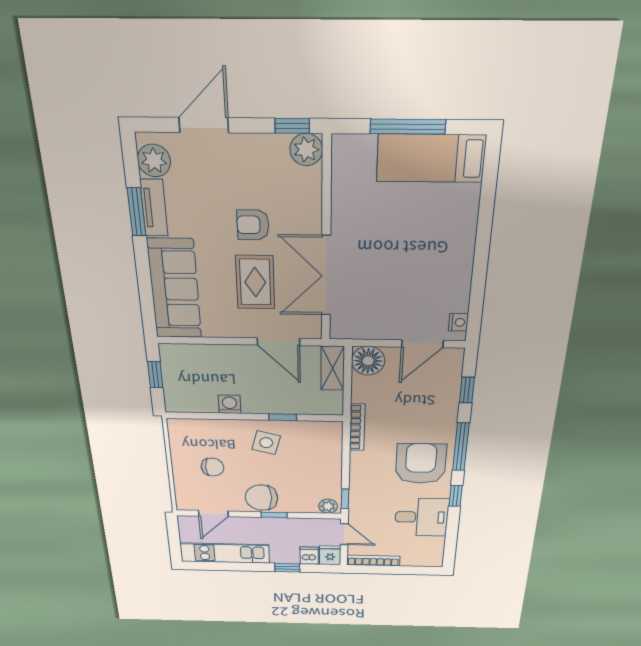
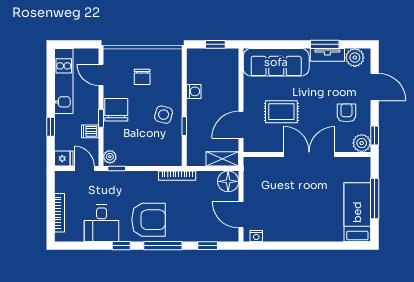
armchair: (253, 225) -> (346, 113), moved
double door: (326, 276) -> (309, 154), moved
door: (344, 534) -> (84, 169), swing flipped
dishwasher: (309, 556) -> (90, 131), moved, turned 180
bookcase: (373, 561) -> (60, 213), moved

